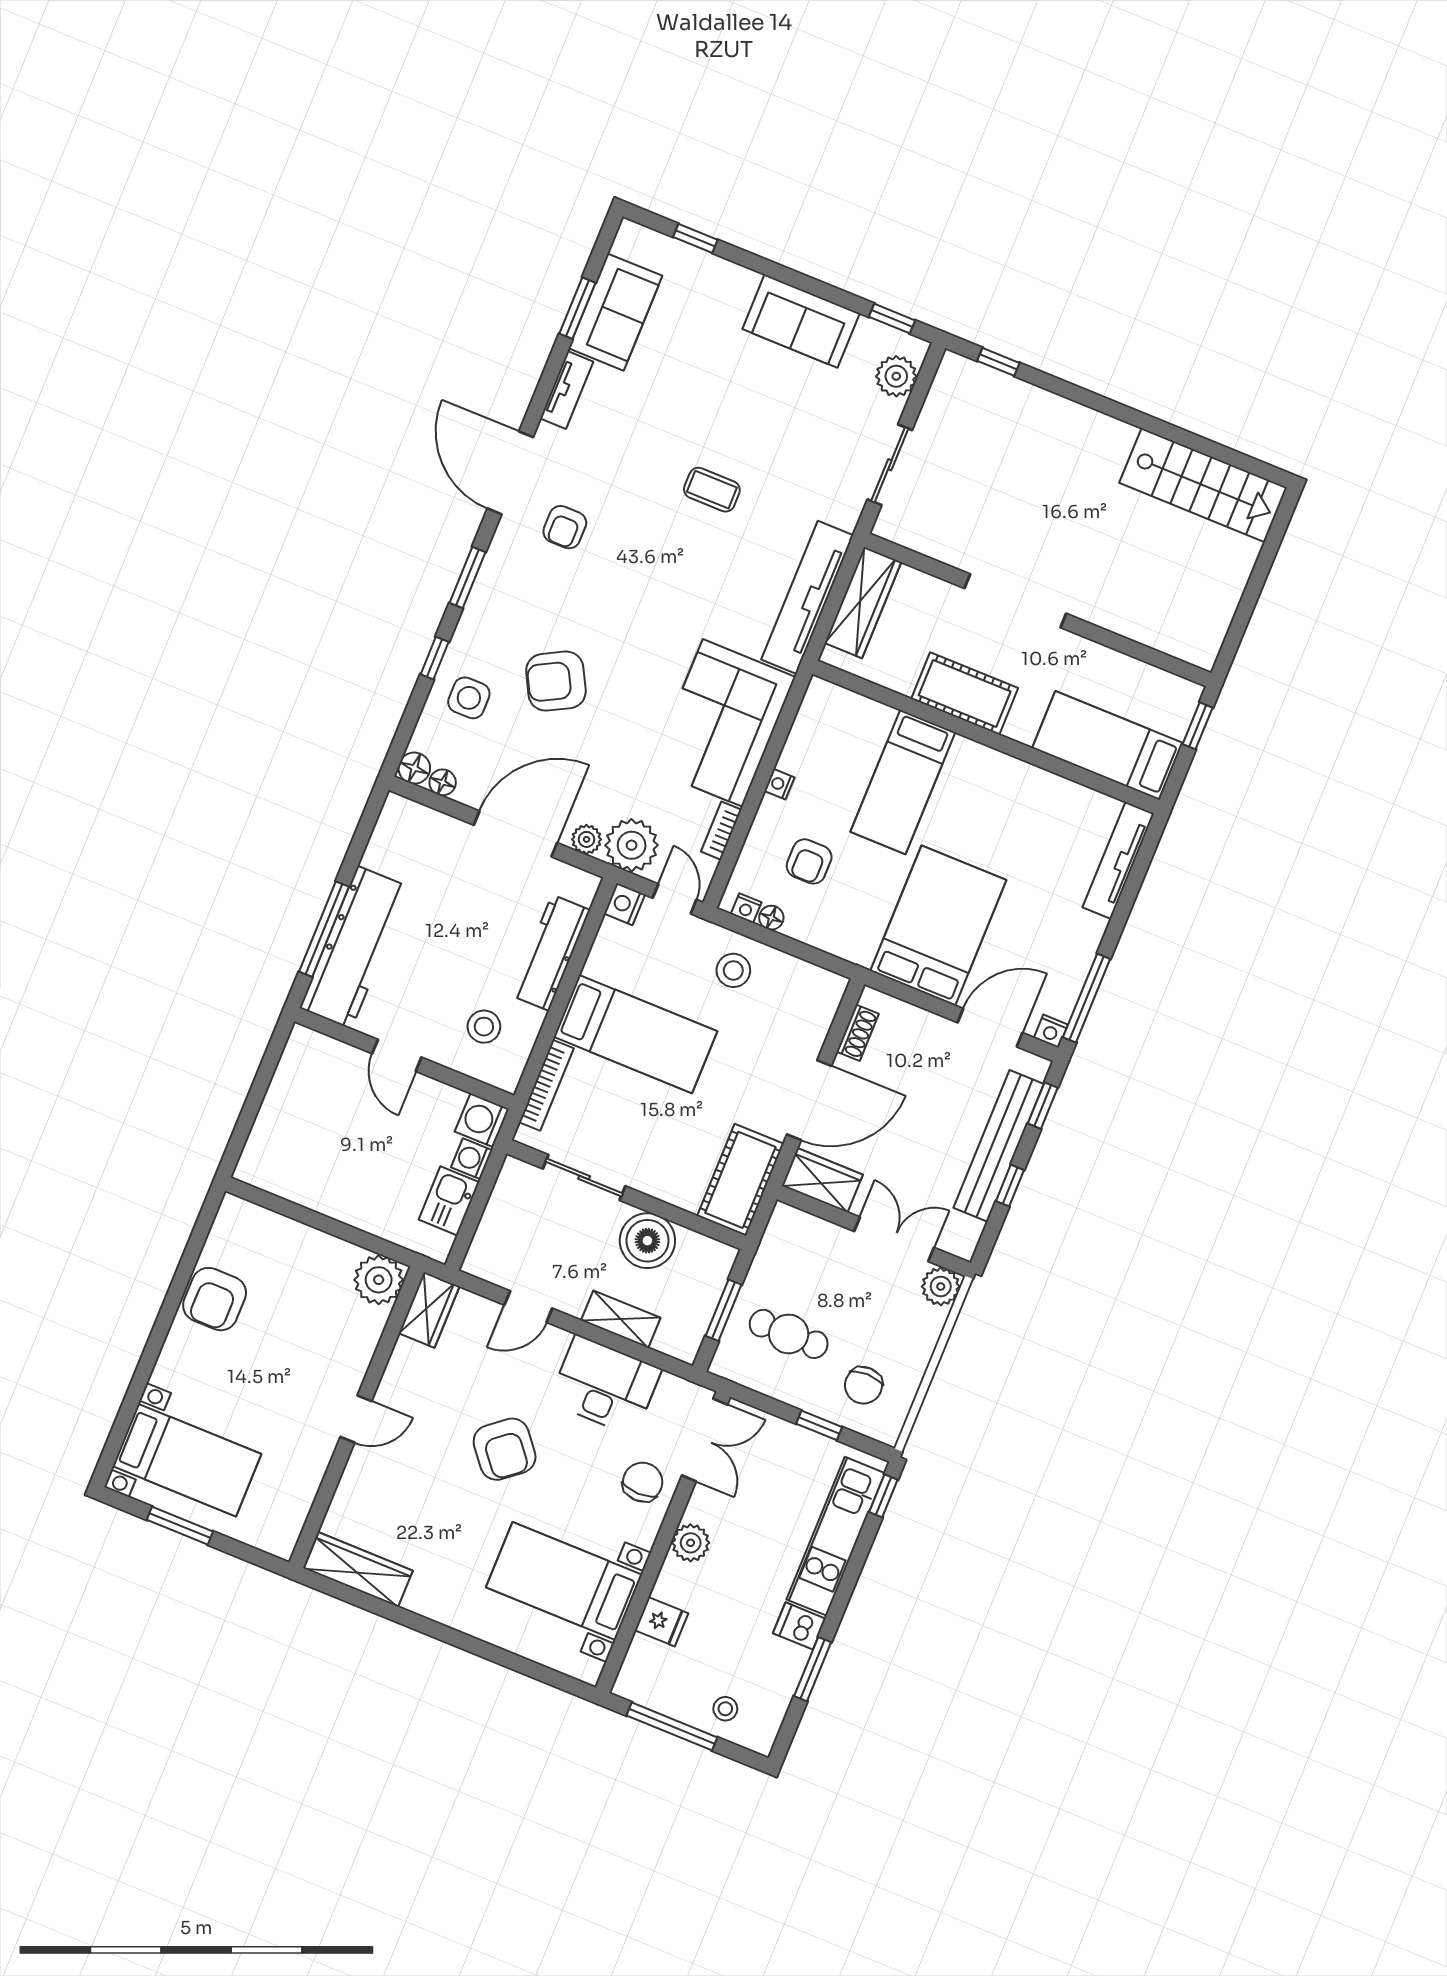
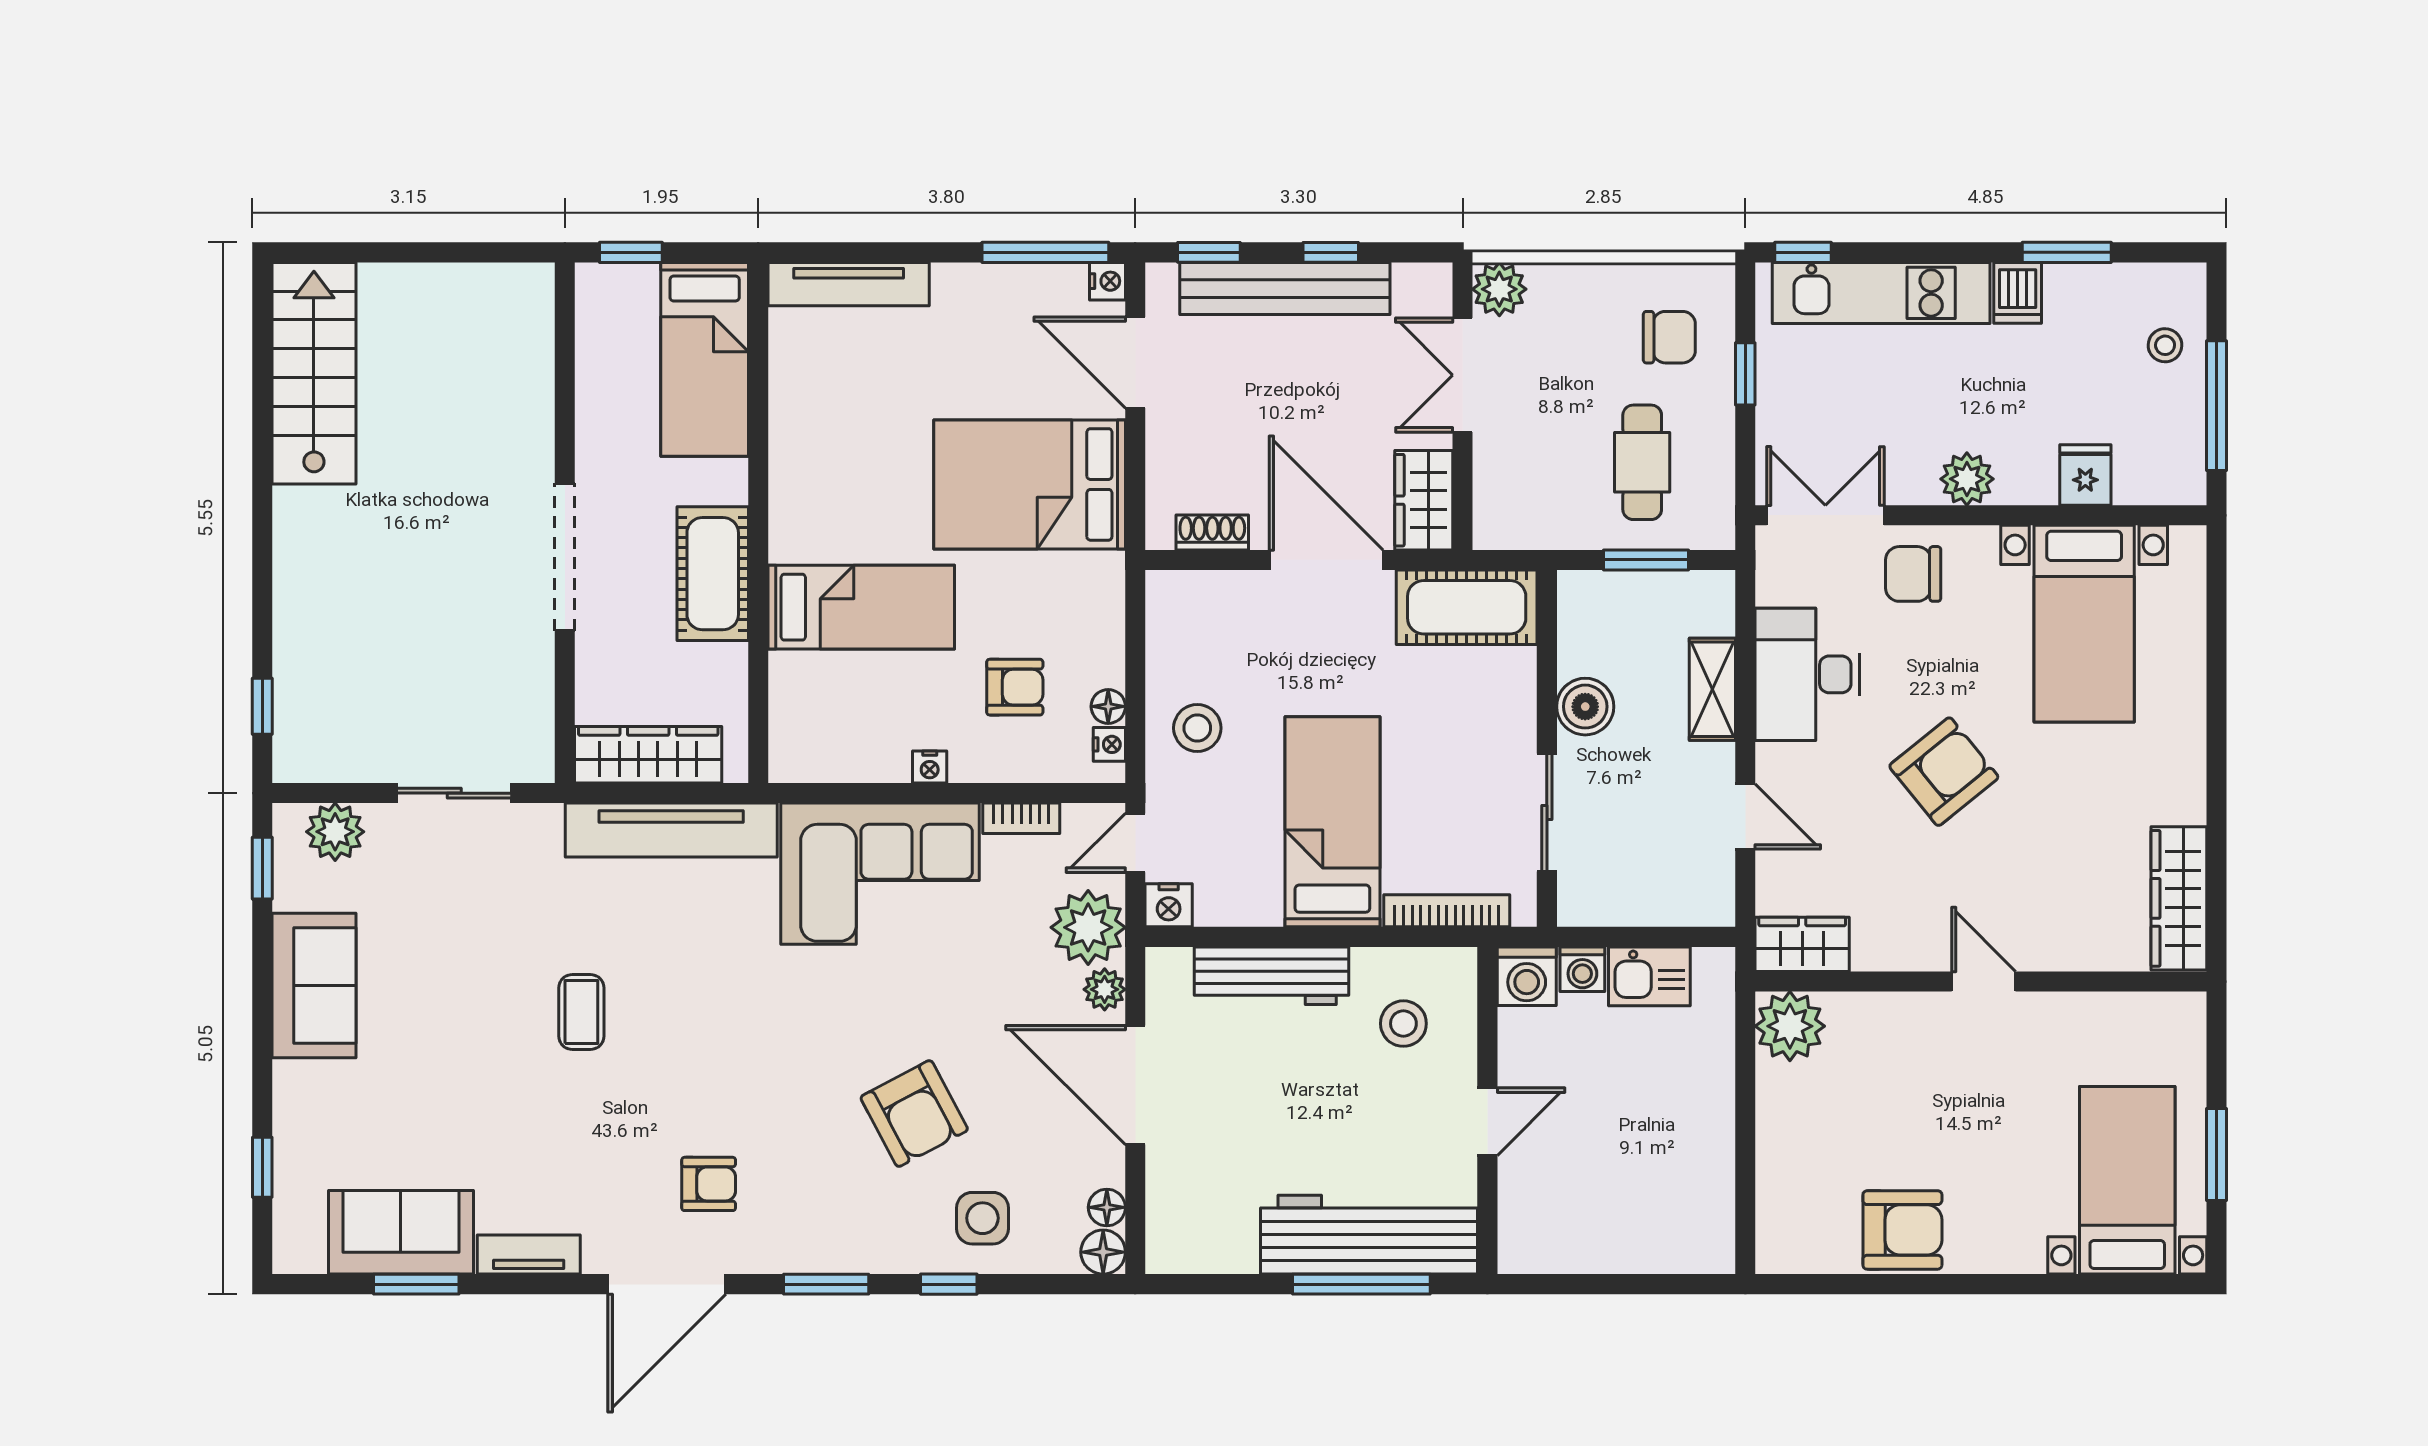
boiler: (647, 1241) -> (1585, 707), width x0.73, depth x0.73

